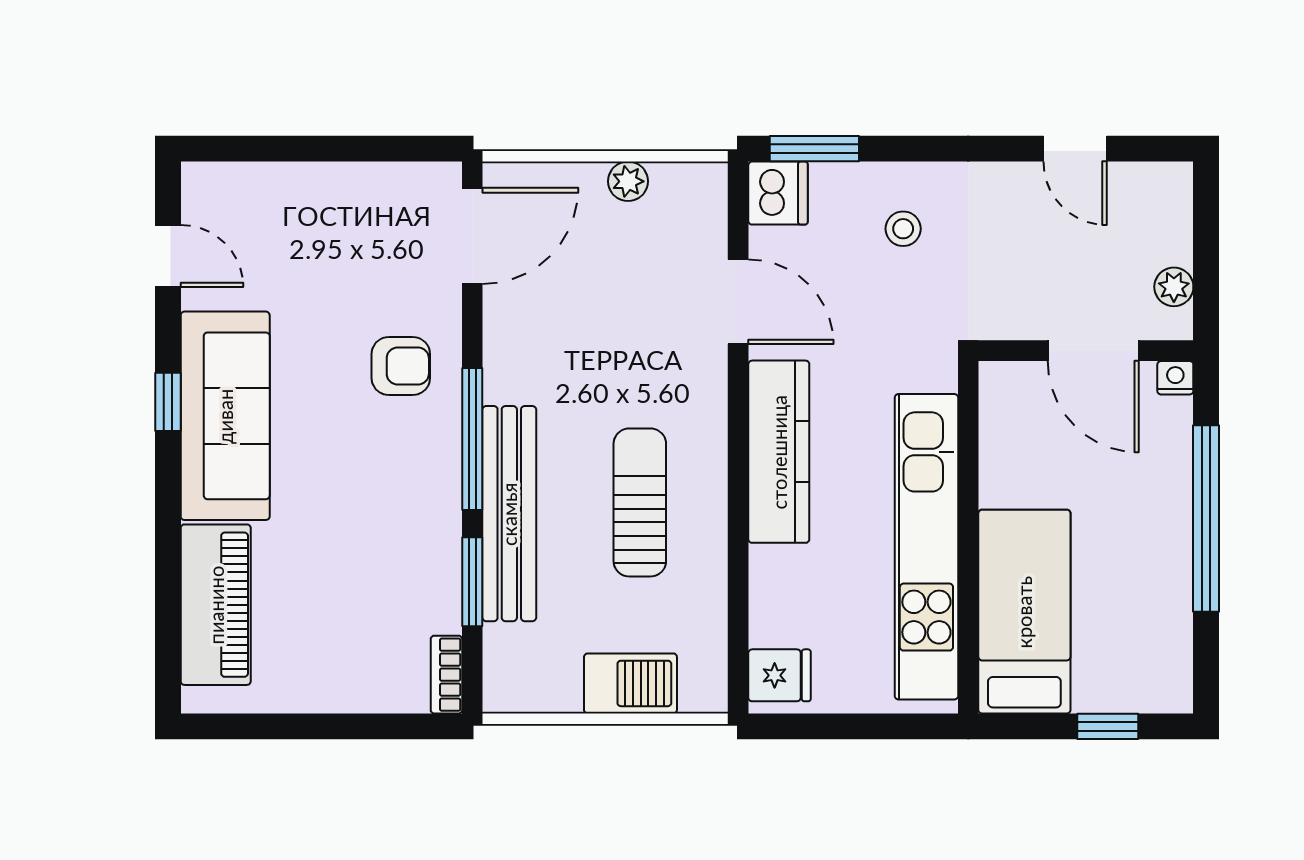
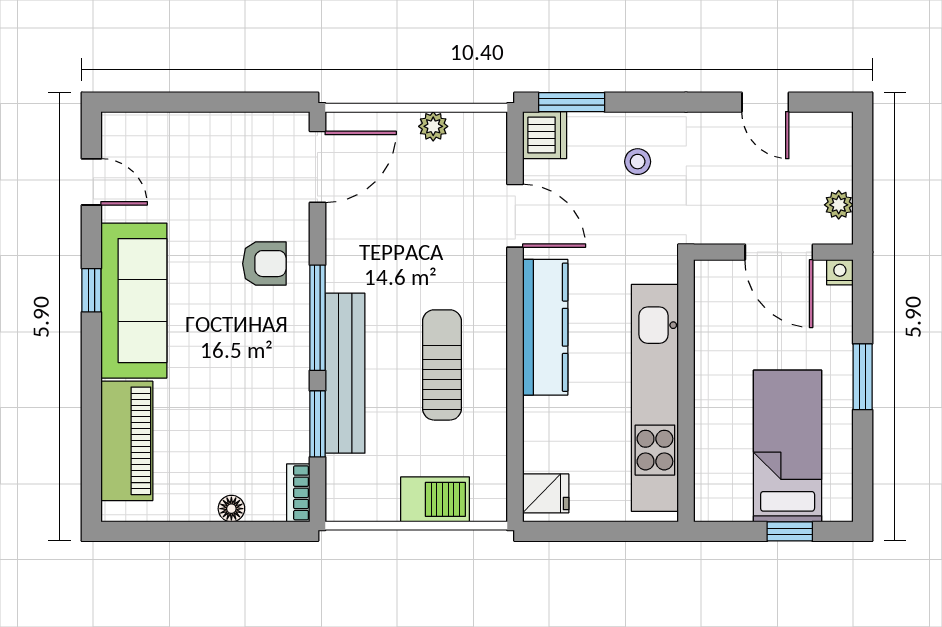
window: (1206, 518) -> (863, 377), width x0.47
bed: (1024, 612) -> (788, 446), moved
floor lamp: (356, 696) -> (231, 509), added

